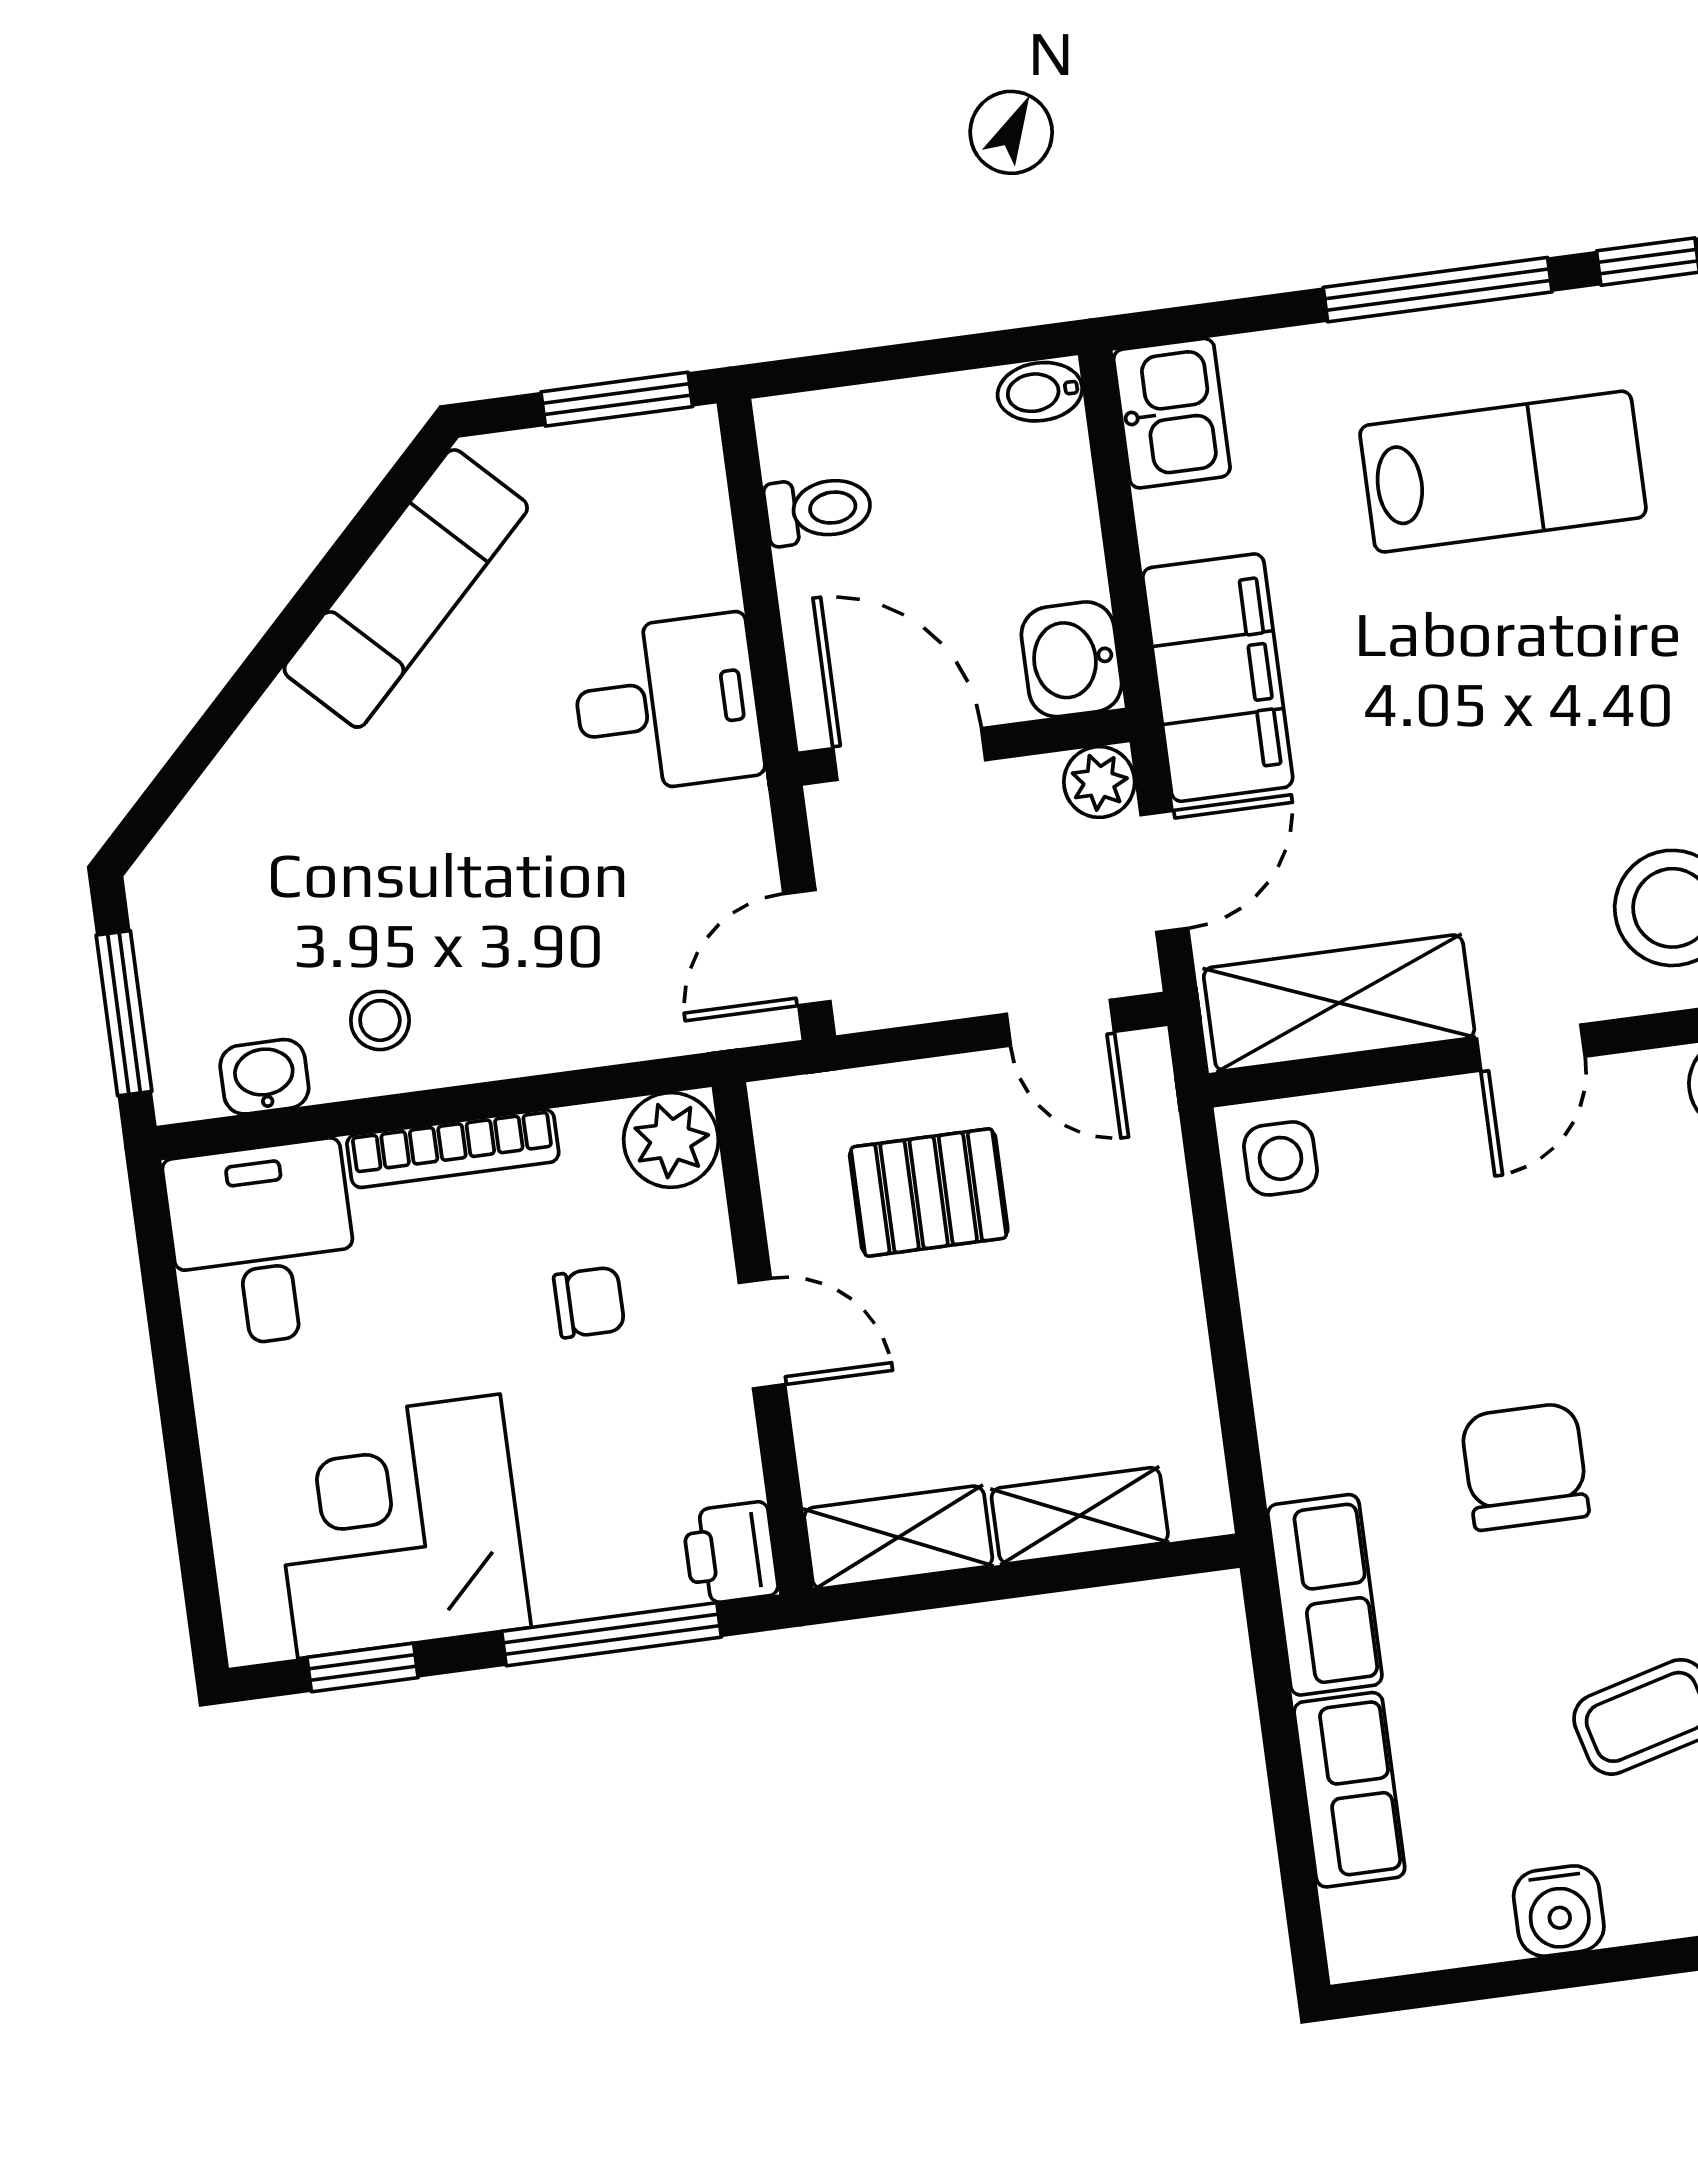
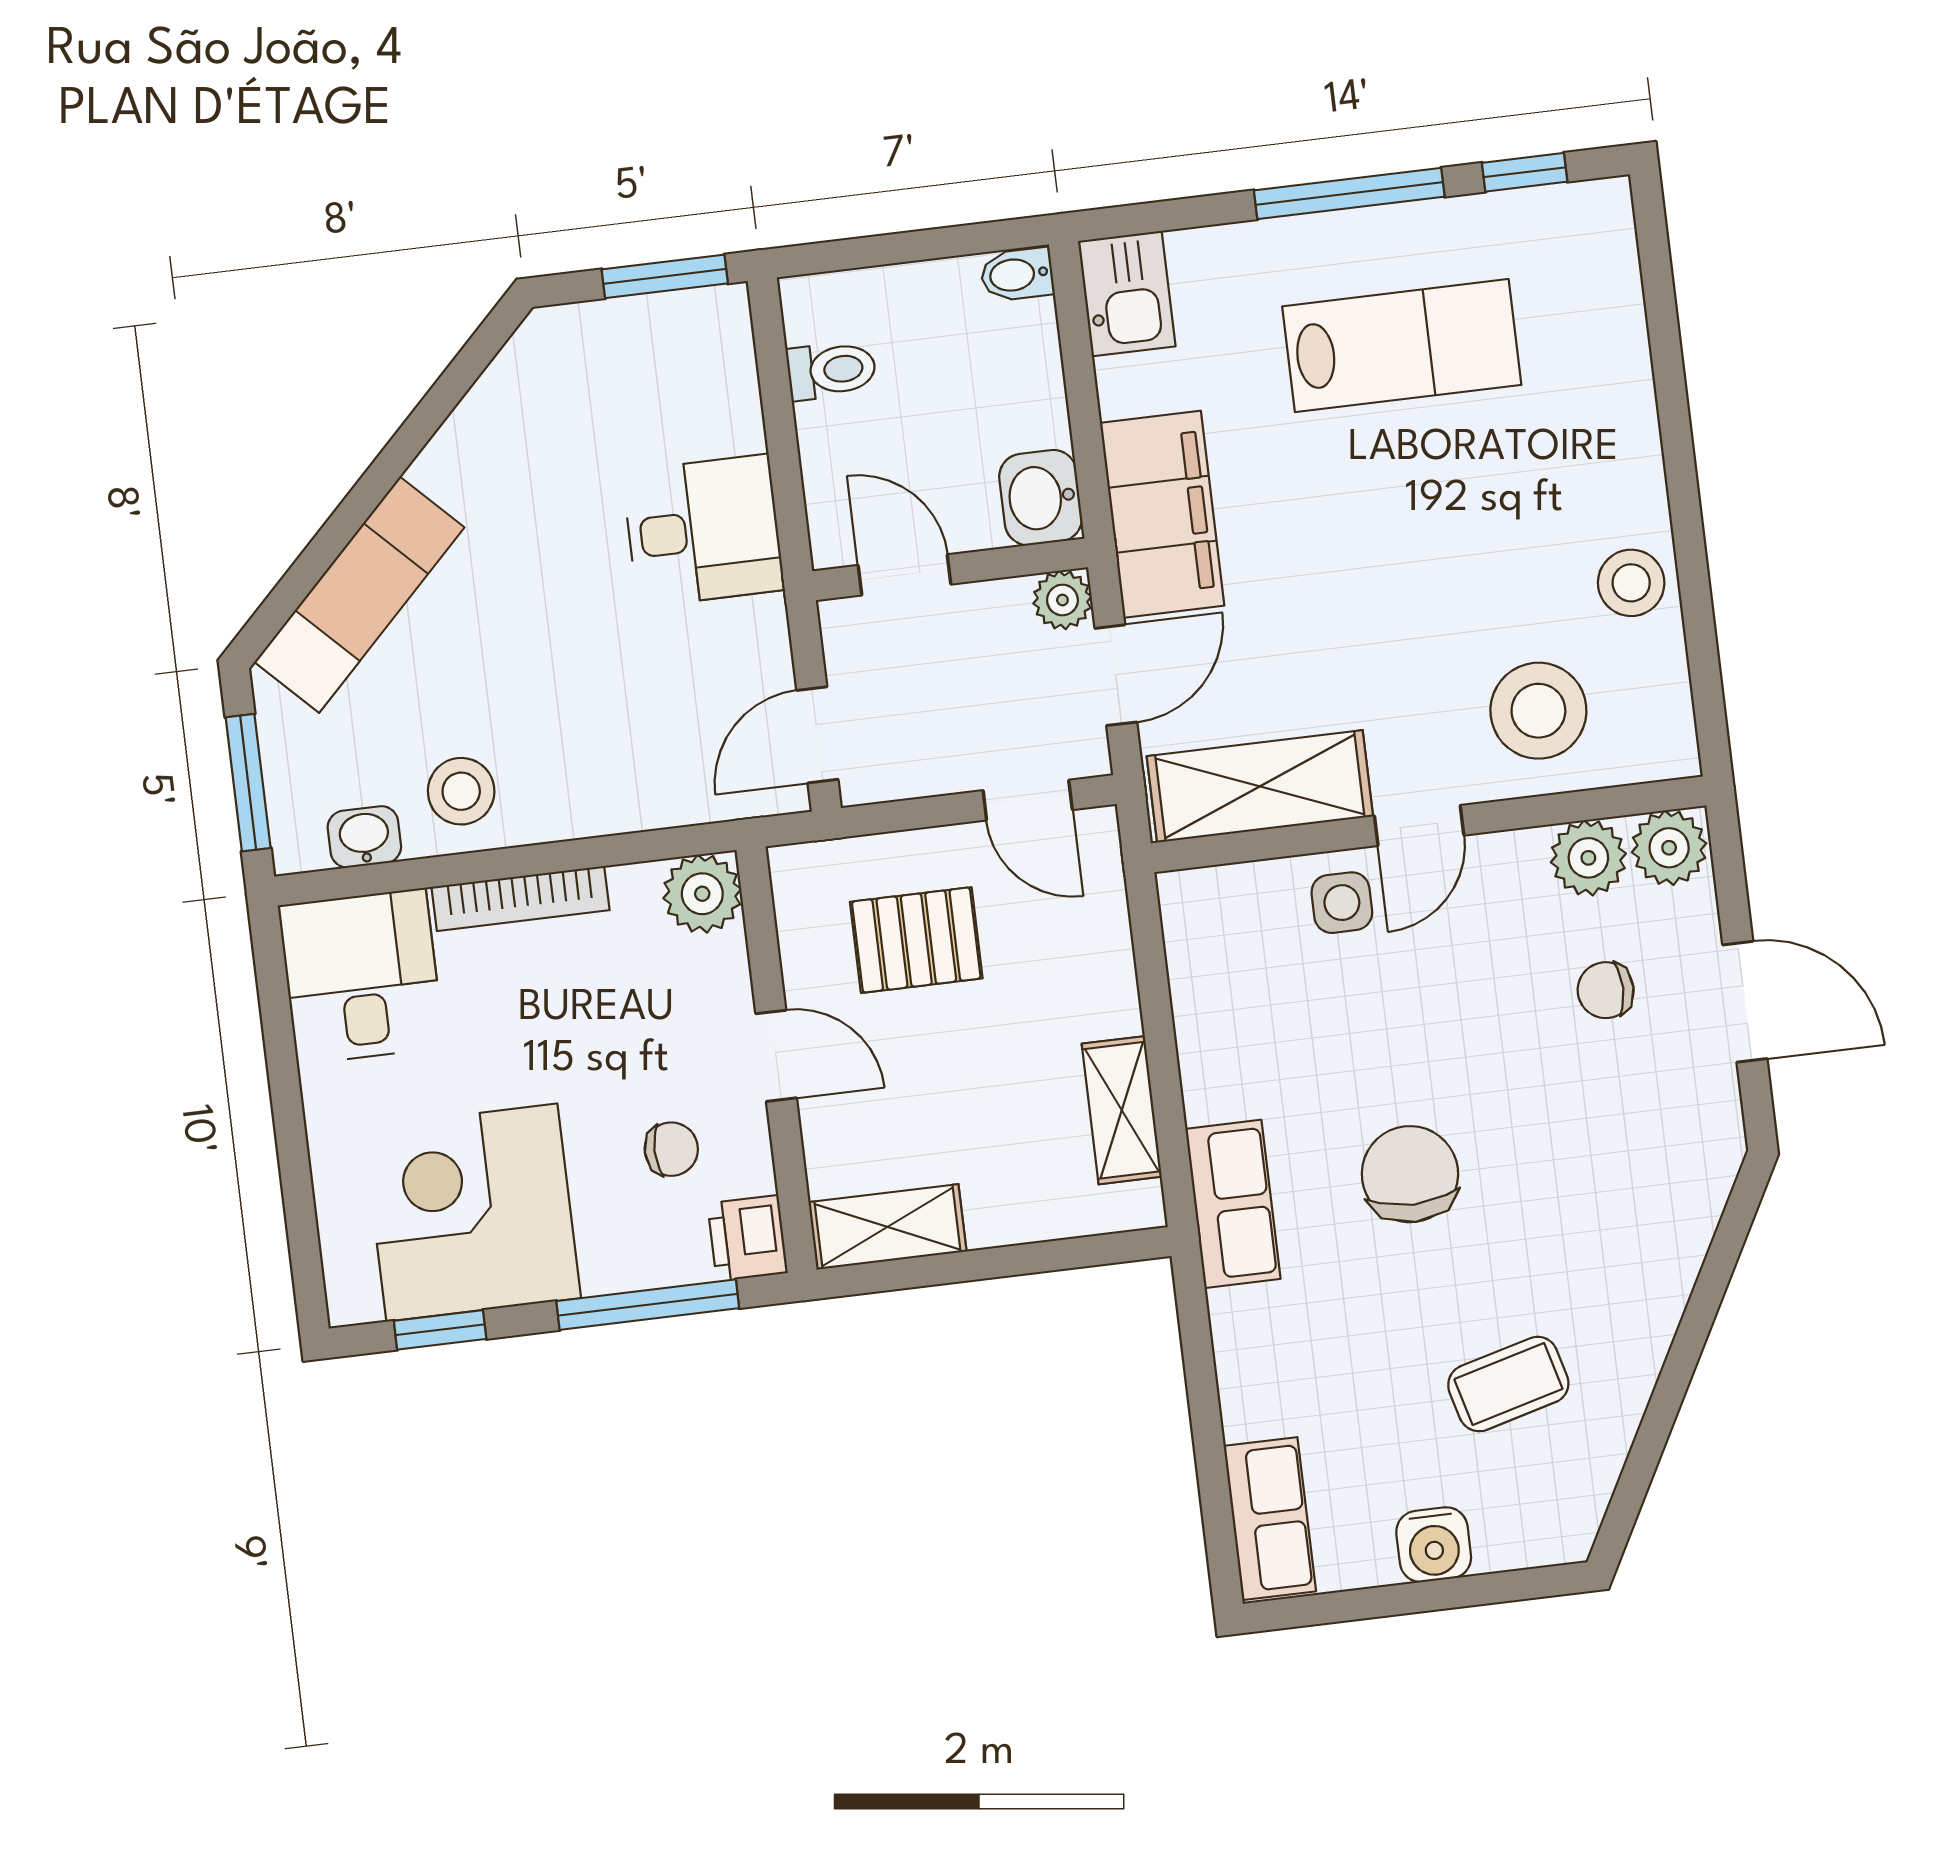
exam couch: (406, 588) -> (359, 595), moved
door: (909, 754) -> (905, 575), width x0.73
stool: (380, 1020) -> (461, 791), width x1.37, depth x1.37
side table: (1280, 1158) -> (1342, 903), moved
chair: (589, 1302) -> (671, 1149), moved
shelving: (1080, 1516) -> (1122, 1110), moved, turned 90
row of seats: (1325, 1595) -> (1233, 1204), moved
row of seats: (1349, 1790) -> (1270, 1519), moved

